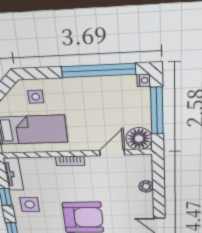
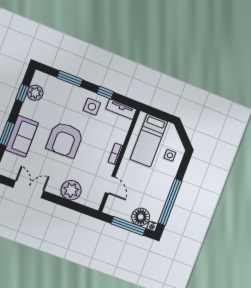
floor lamp: (139, 139) -> (141, 217), moved
plant: (146, 186) -> (71, 190), width x1.88, depth x1.88

